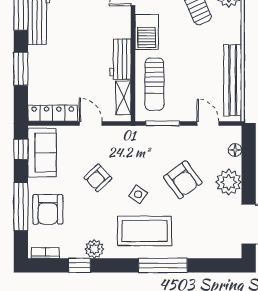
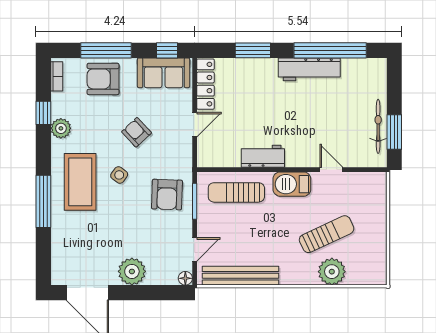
shelving: (123, 98) -> (222, 159), removed
floor lamp: (235, 150) -> (185, 278), moved
armchair: (183, 180) -> (167, 195), moved, turned -52

